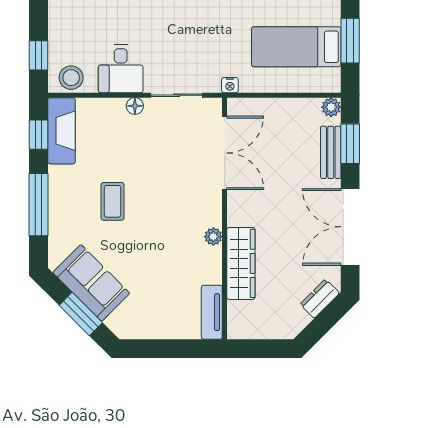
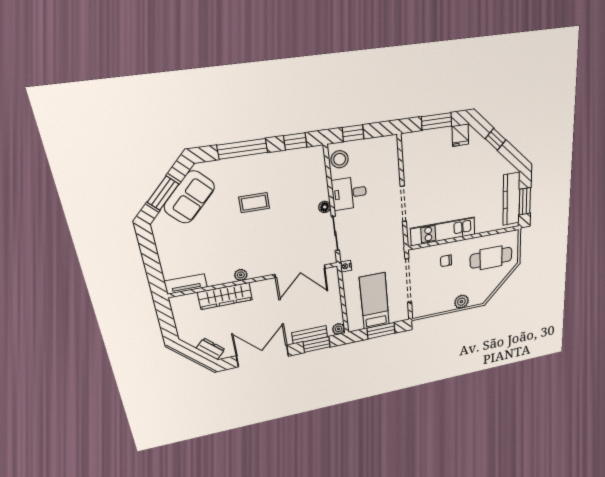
fireplace: (62, 131) -> (300, 158), removed

